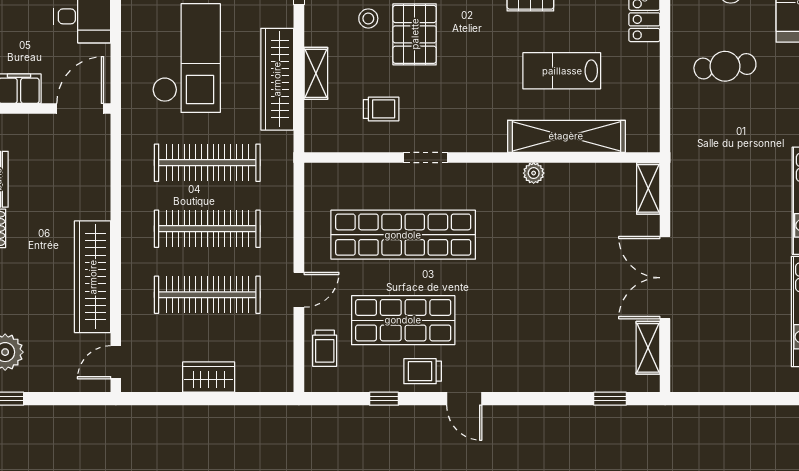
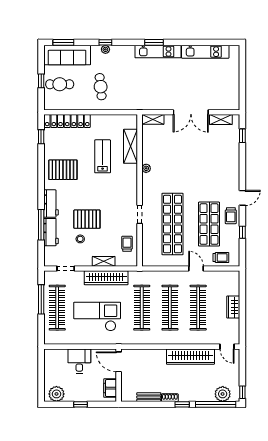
lab bench: (562, 71) -> (103, 156), turned 180
trolley: (381, 109) -> (127, 244), moved
shelving: (566, 136) -> (131, 146), width x0.68

